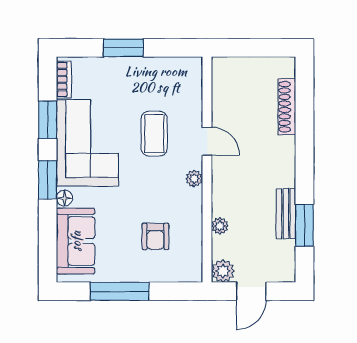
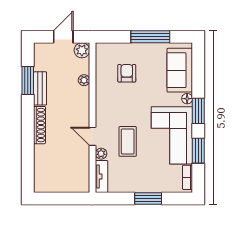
tv unit: (193, 81) -> (102, 177), added
shoe rack: (287, 107) -> (39, 125), moved
plant: (194, 179) -> (101, 154), moved

